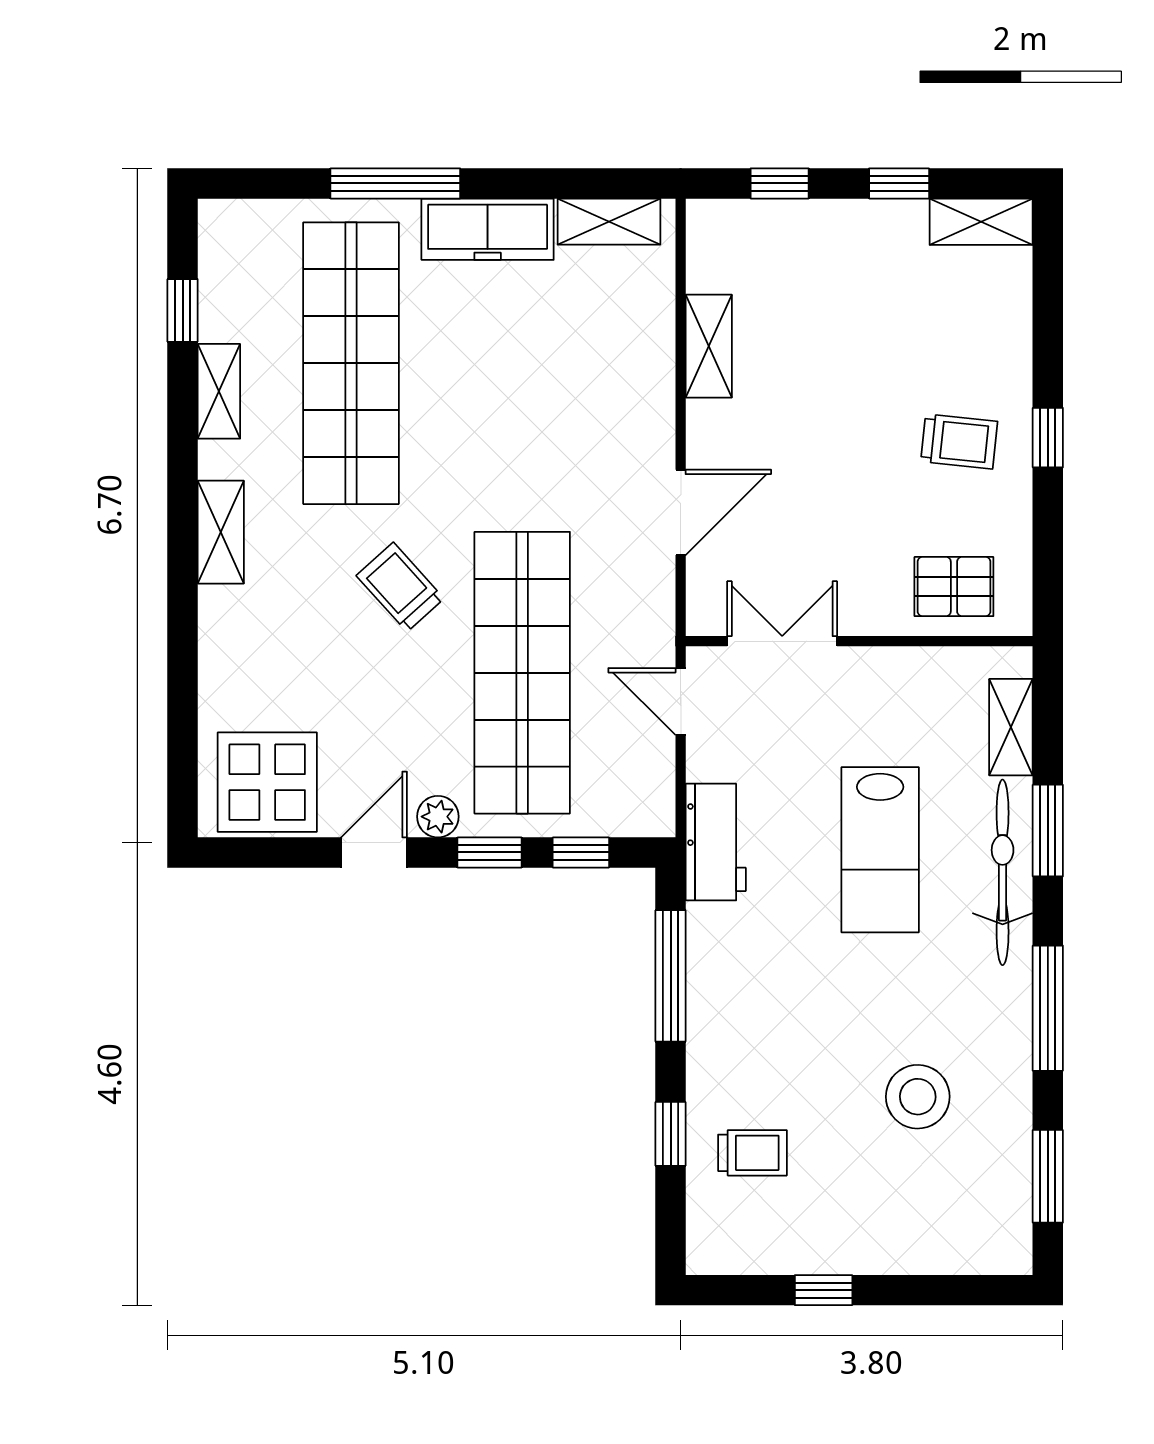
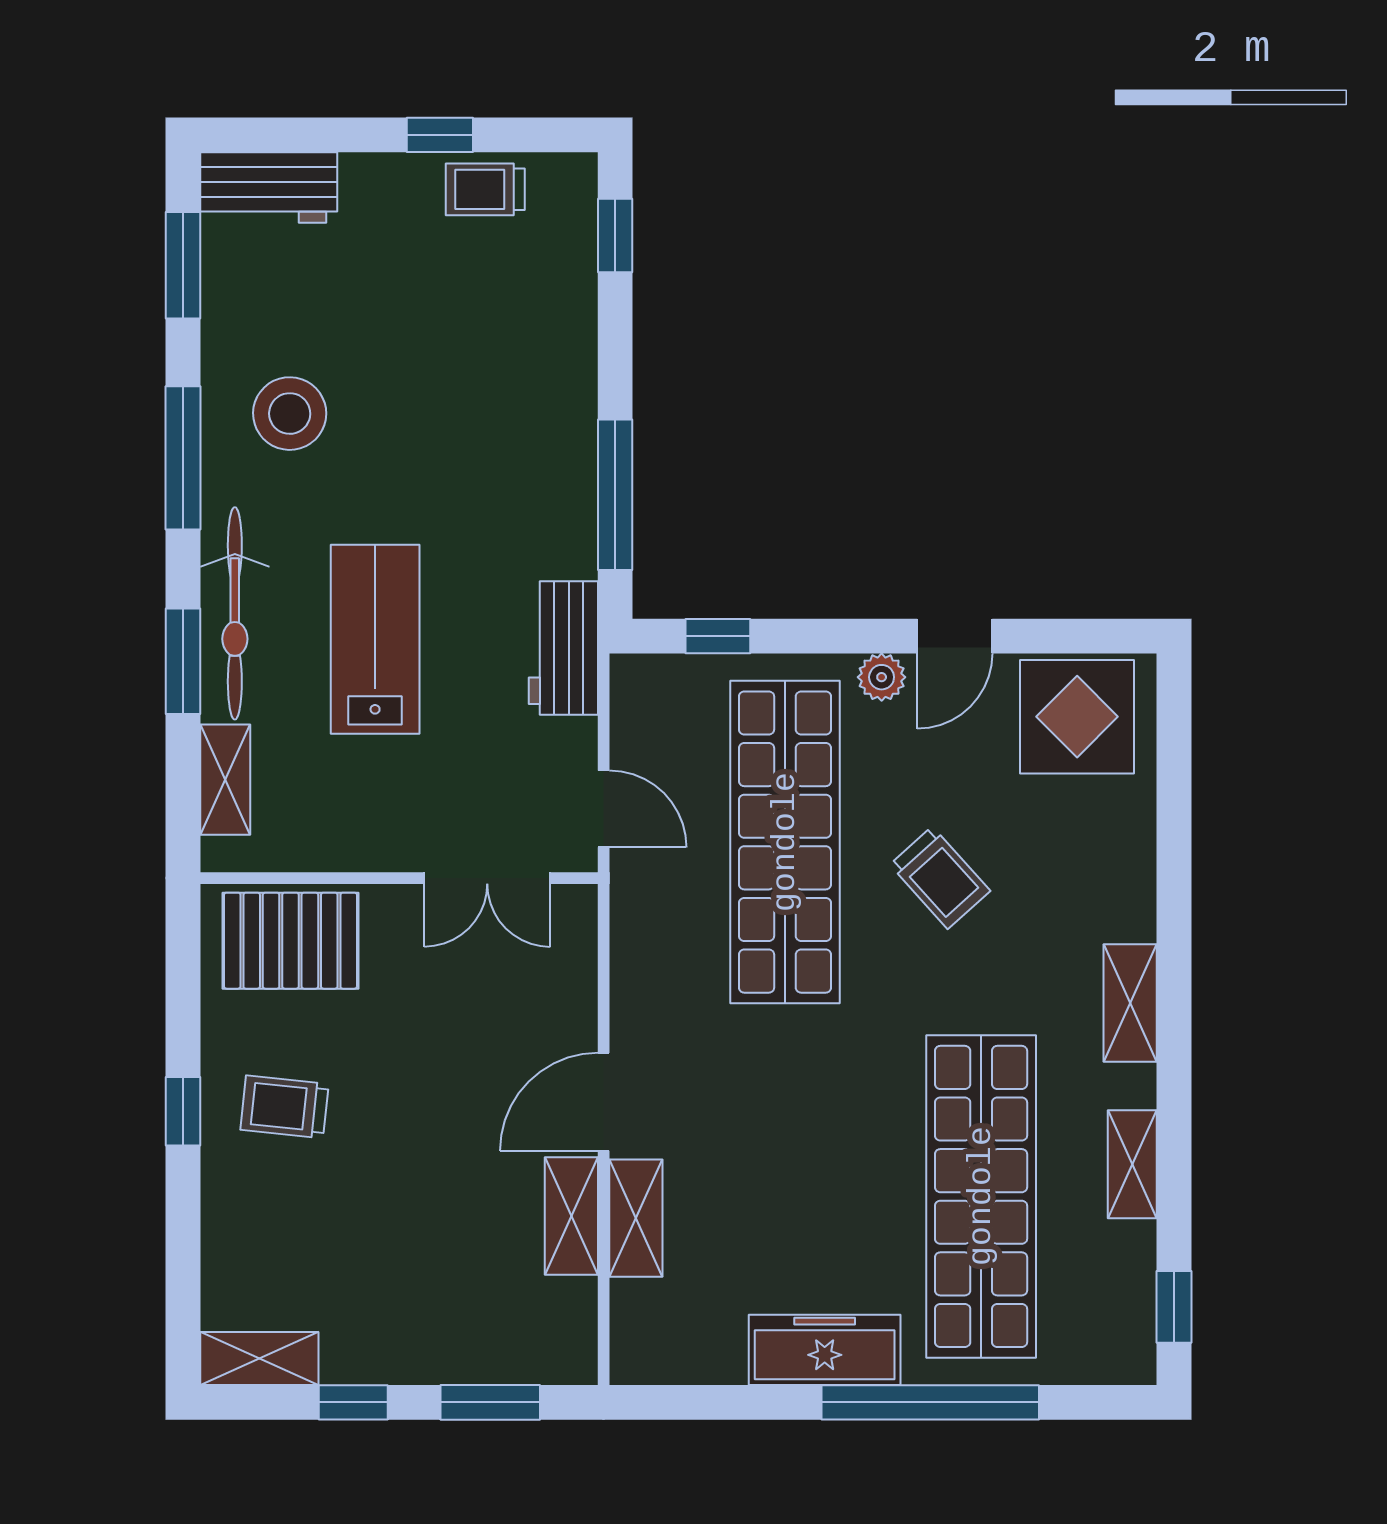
window: (395, 183) -> (930, 1402), width x1.46
window: (780, 183) -> (490, 1402), width x1.50
shelving: (609, 222) -> (636, 1218), moved, turned 90
window: (183, 310) -> (1174, 1307), moved
door: (681, 512) -> (604, 1102), moved
trolley: (400, 587) -> (940, 878), moved
pallet: (954, 587) -> (290, 941), width x1.50, depth x1.42
window: (490, 852) -> (822, 636), removed
stool: (918, 1097) -> (290, 414), moved
window: (671, 1134) -> (615, 236), moved
trolley: (752, 1153) -> (485, 189), moved
workbench: (973, 1244) -> (269, 187), added

